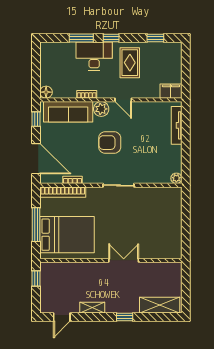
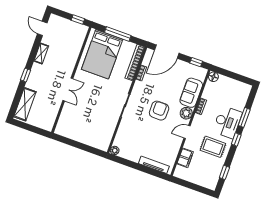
filing cabinet: (171, 91) -> (185, 158), moved
sofa: (68, 112) -> (191, 93), width x0.73

